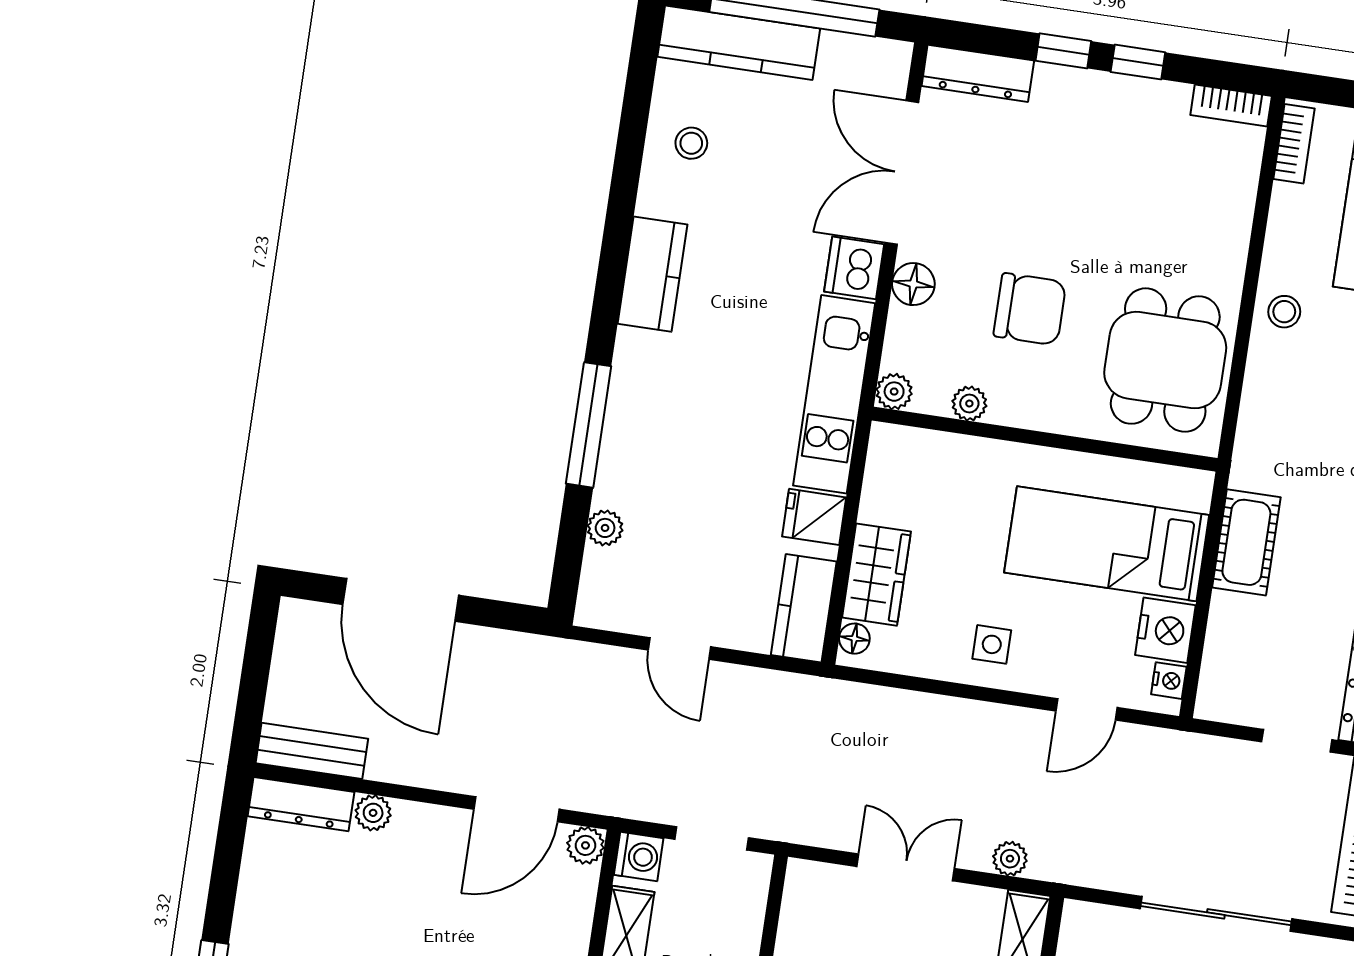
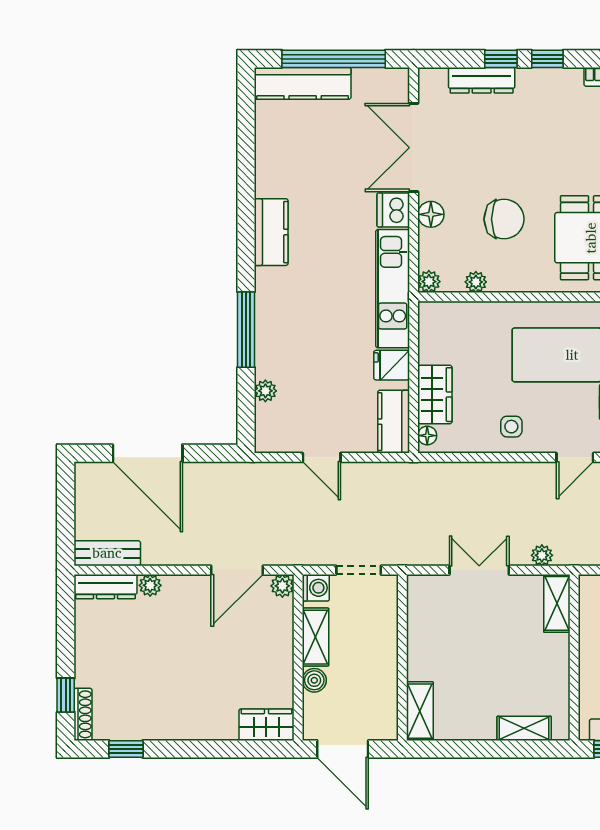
dresser: (978, 73) -> (482, 80), moved
stool: (691, 143) -> (283, 149), removed

